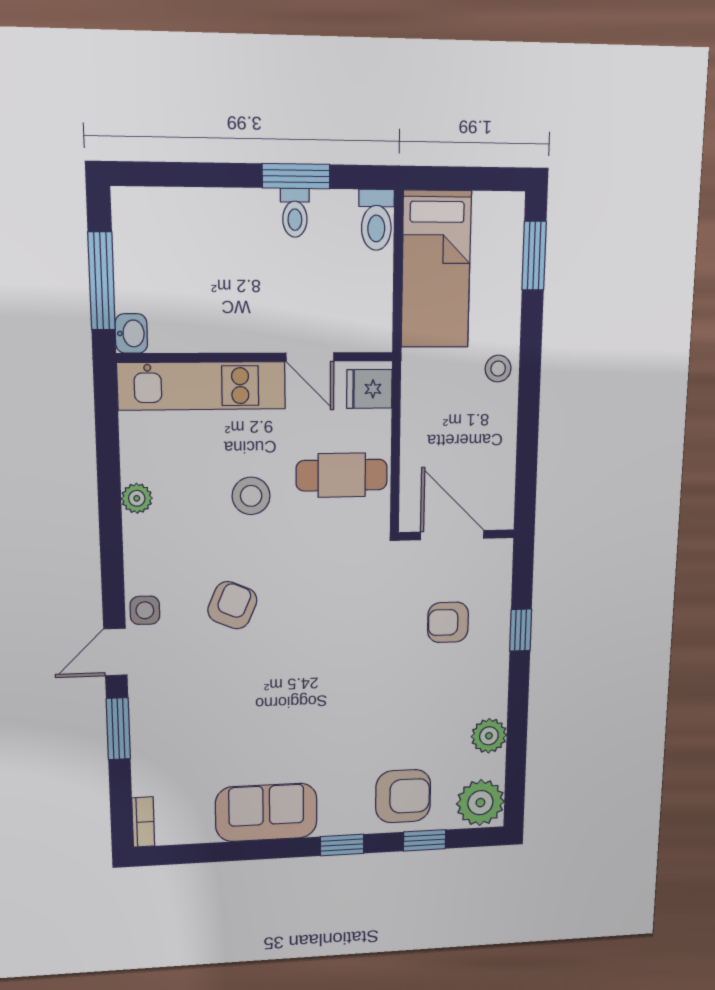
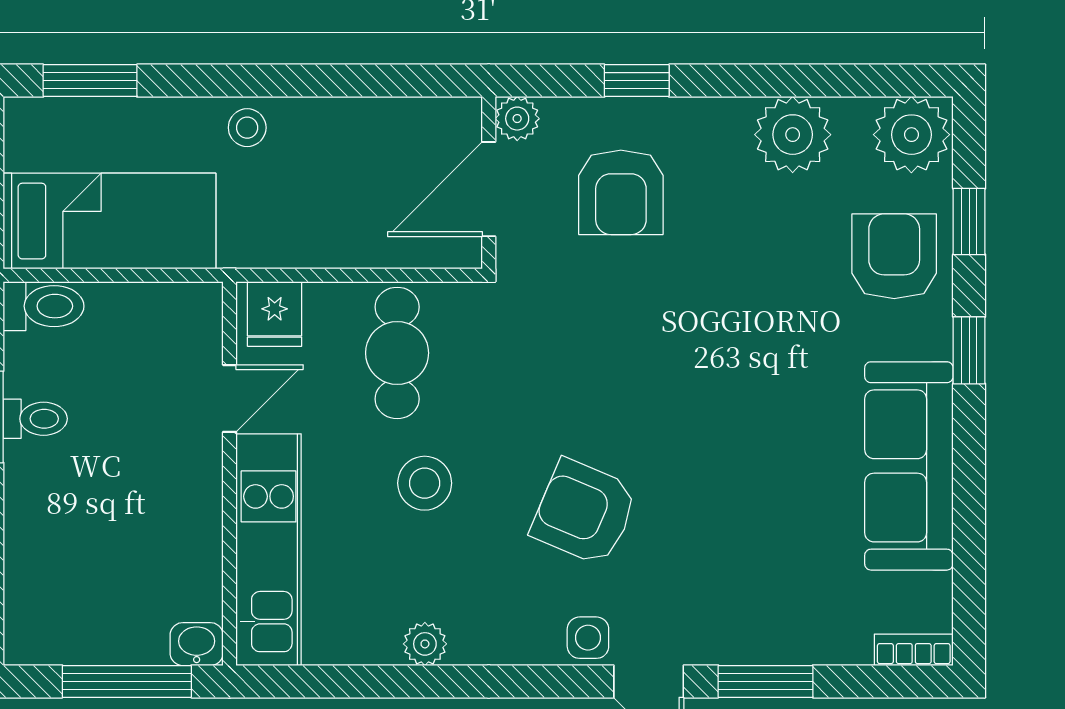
plant: (498, 553) -> (517, 119), added
armchair: (232, 605) -> (584, 512), width x1.38, depth x1.38
armchair: (448, 622) -> (621, 192), width x1.38, depth x1.38
plant: (489, 736) -> (793, 135), width x1.36, depth x1.36
sofa: (266, 812) -> (909, 466), width x1.36

